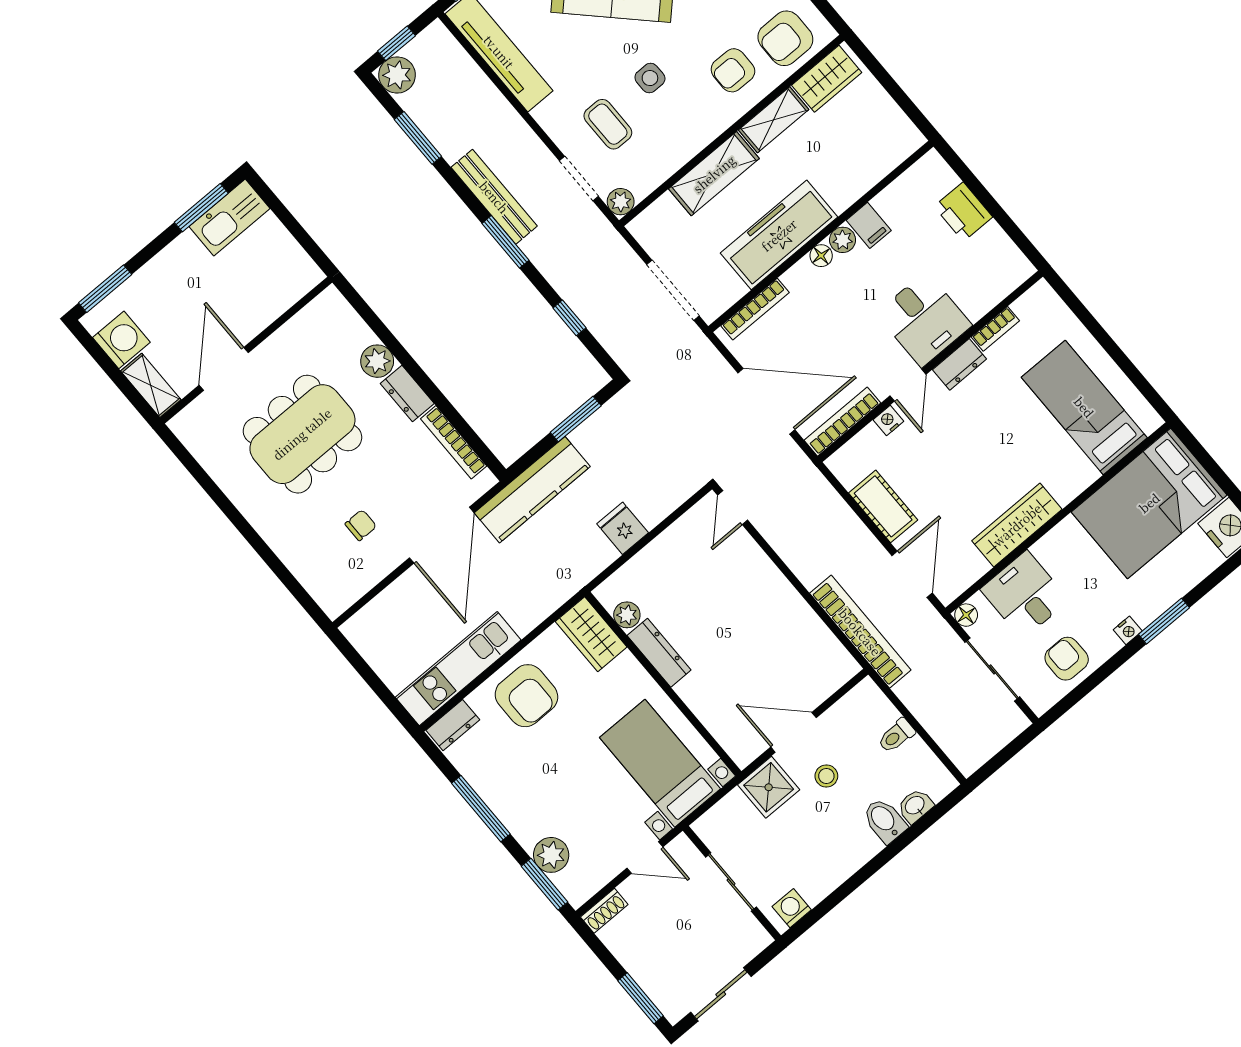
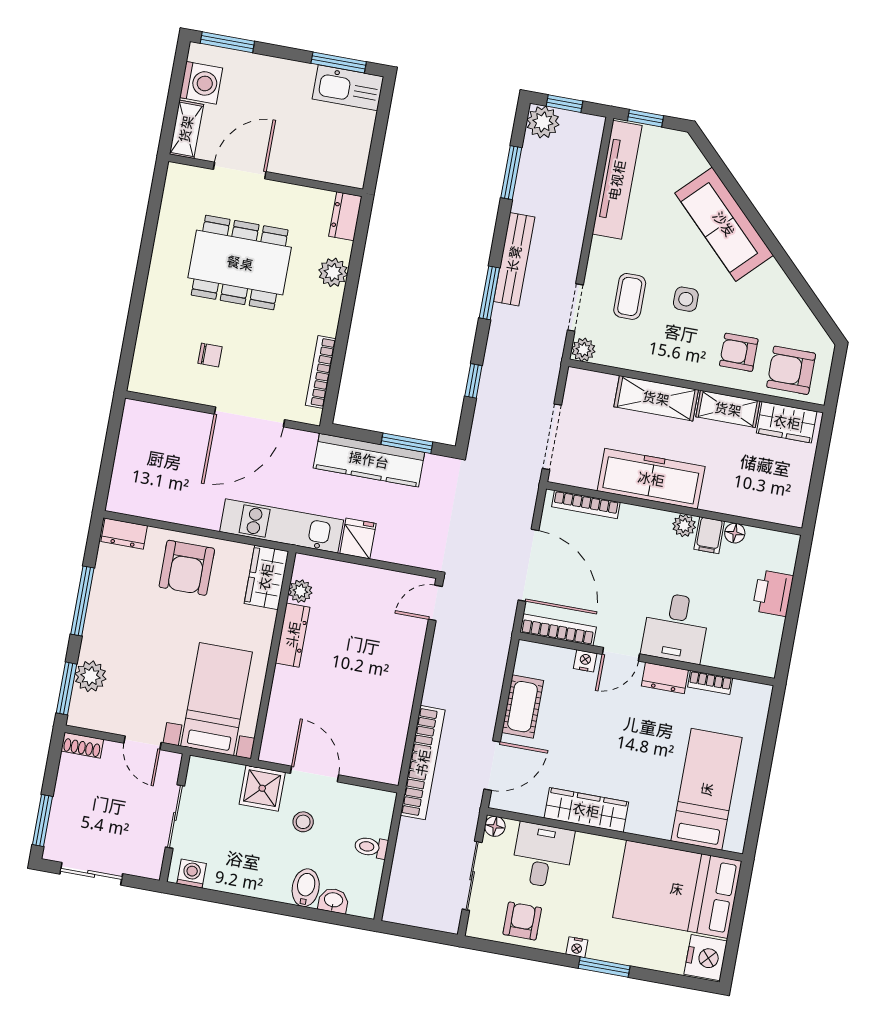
floor lamp: (821, 256) -> (735, 533), moved
dresser: (407, 393) -> (345, 216), moved
kitchen counter: (532, 490) -> (369, 460), moved
kitchen unit: (458, 669) -> (282, 526), moved

